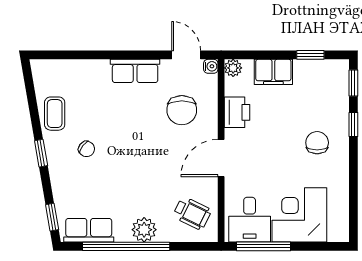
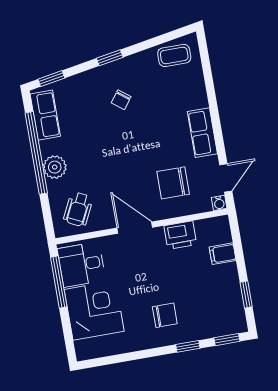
plant: (233, 68) -> (221, 224), removed
filing cabinet: (273, 72) -> (223, 254), width x0.50
coffee table: (55, 114) -> (174, 55), moved

